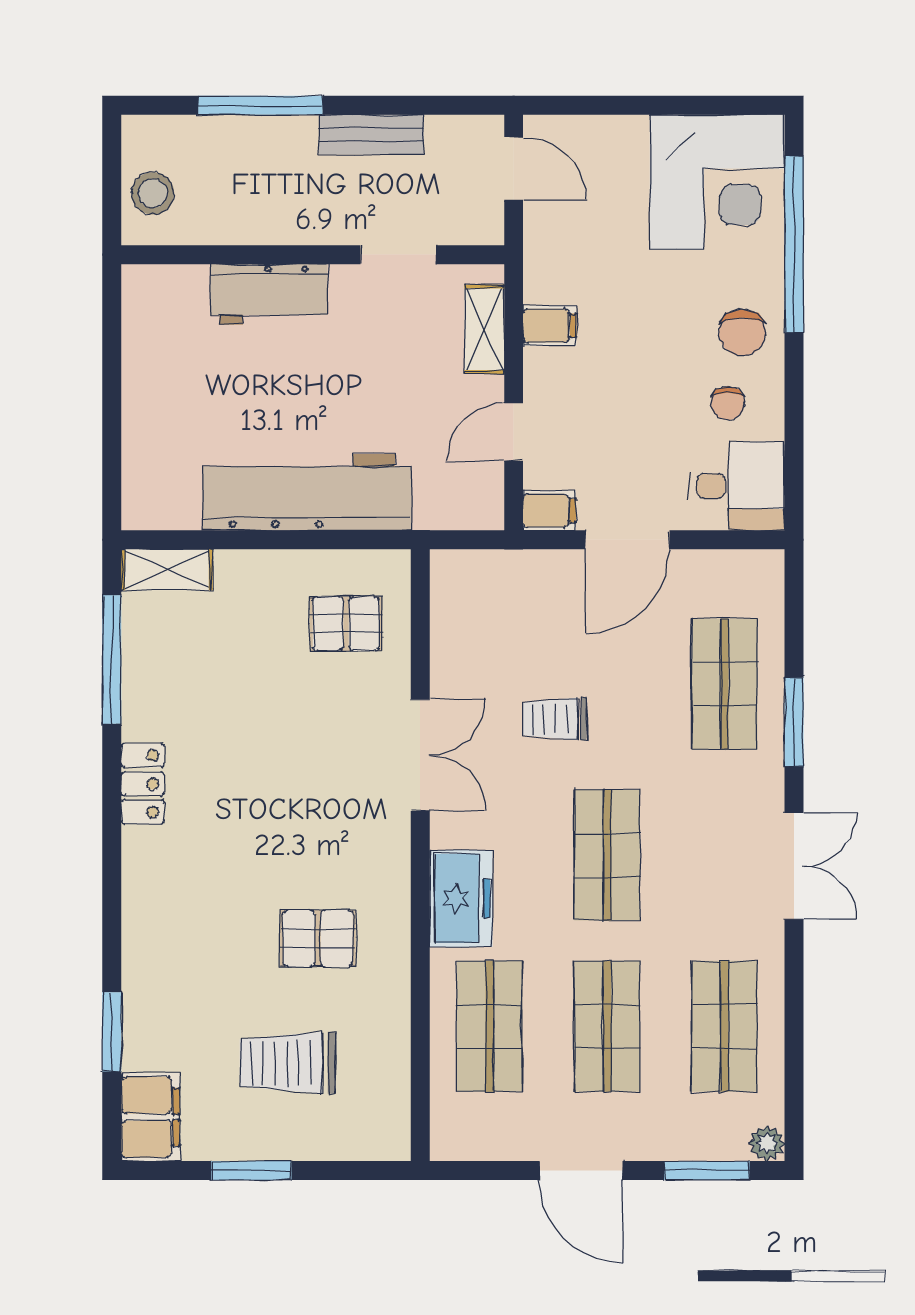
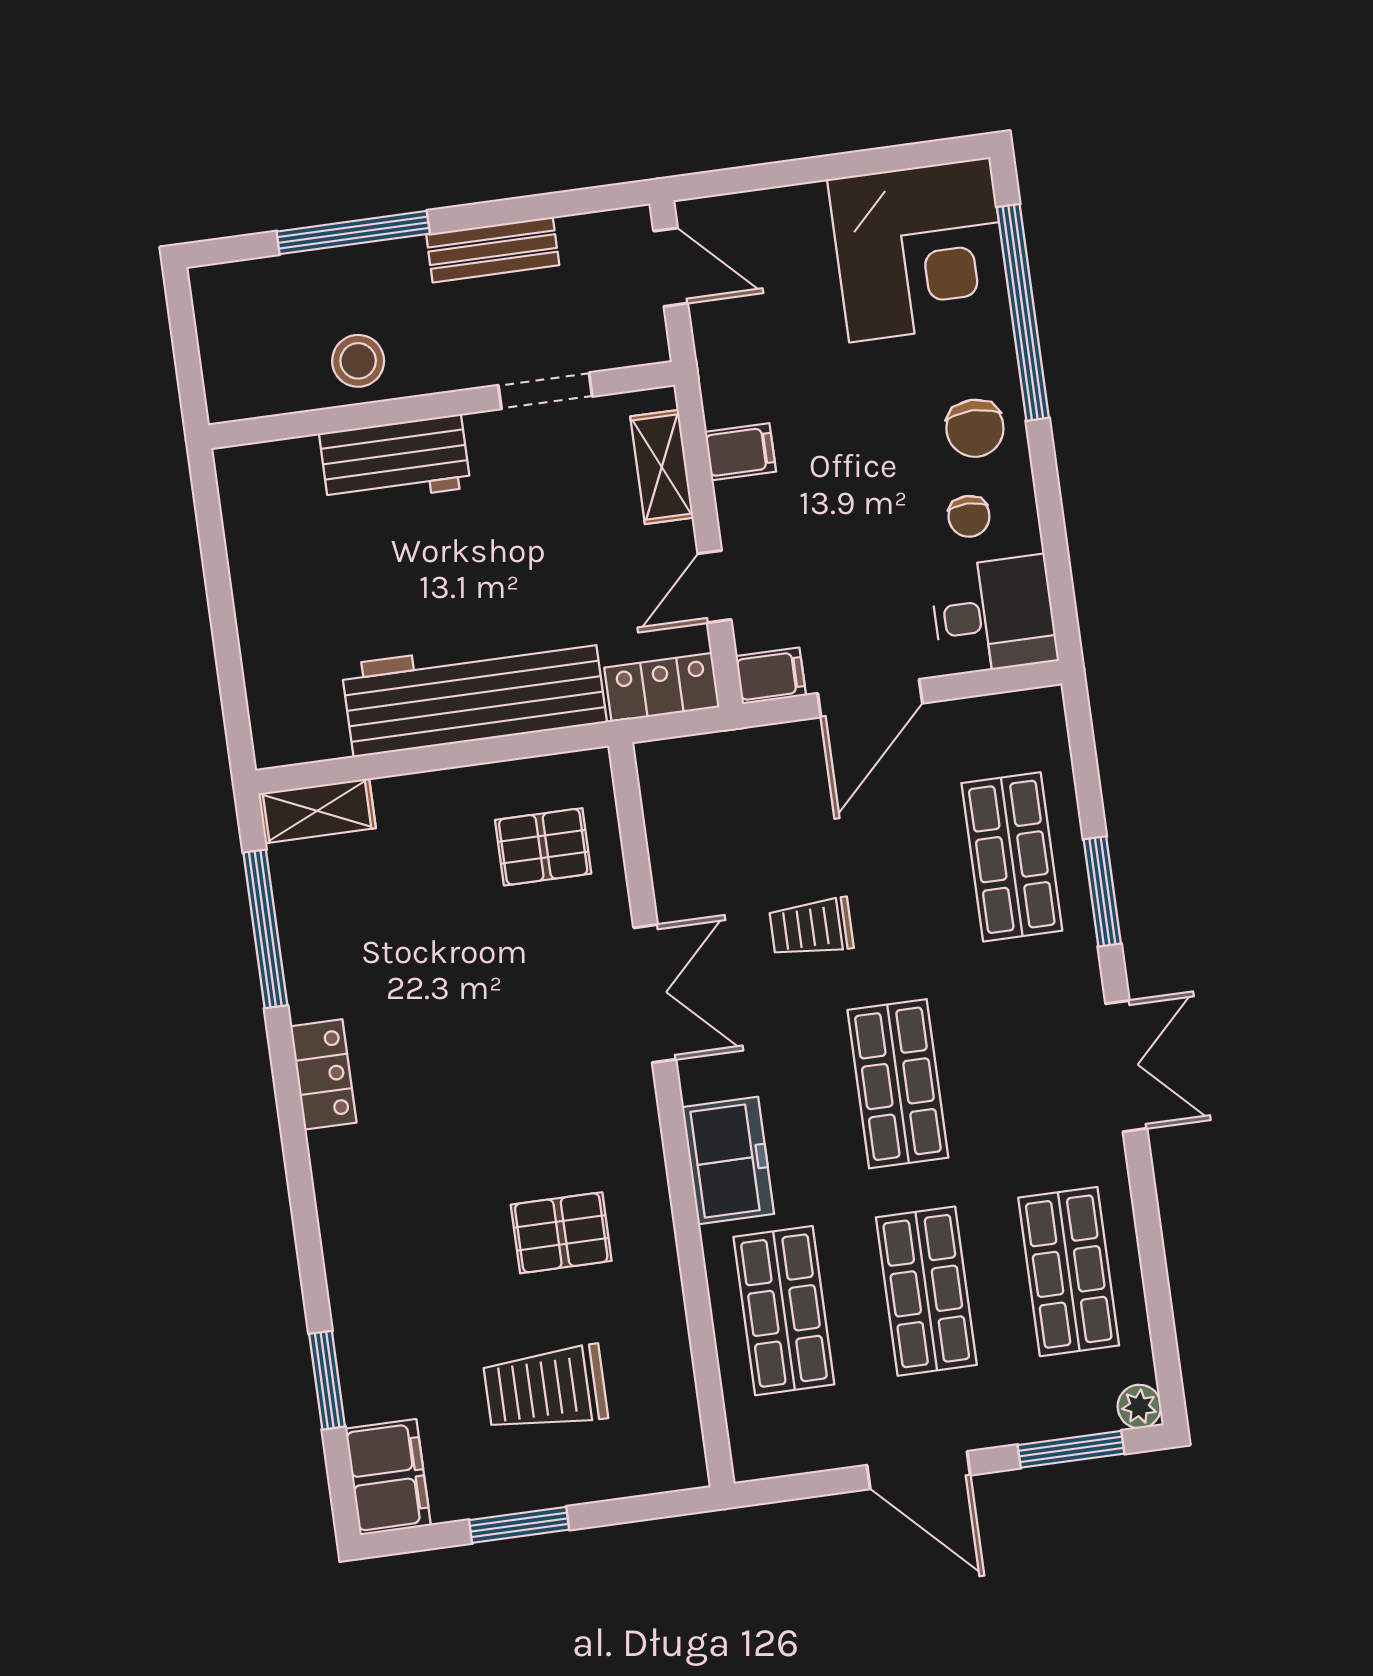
stool: (153, 193) -> (358, 361), moved
locker: (460, 508) -> (662, 687), added

